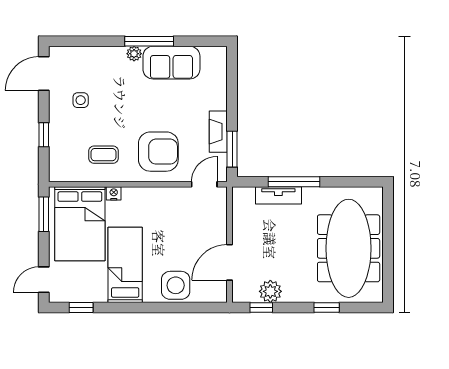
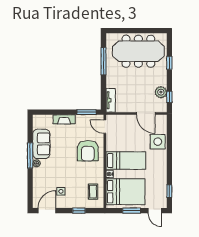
door: (44, 74) -> (47, 211), swing flipped
fireplace: (218, 132) -> (64, 119), moved
armchair: (158, 152) -> (88, 151), turned 180
coffee table: (103, 155) -> (93, 192), moved
window: (294, 182) -> (104, 61), moved
tv unit: (278, 195) -> (111, 100), moved
window: (44, 214) -> (132, 211), moved
bed: (125, 265) -> (126, 161), moved, turned 180

